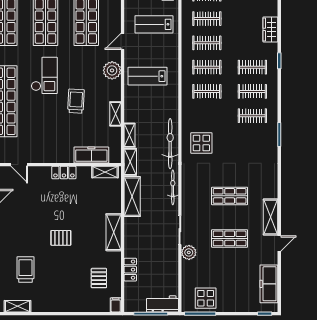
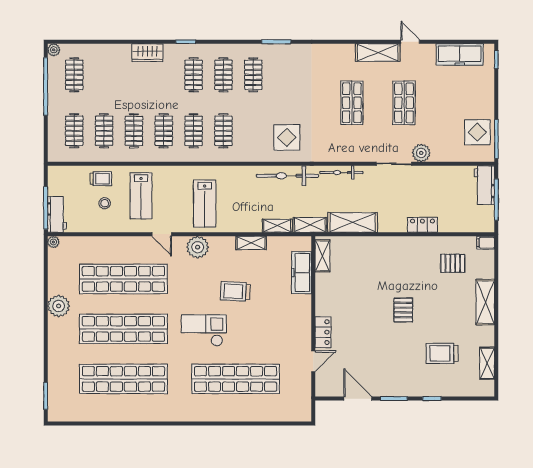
locker: (64, 173) -> (323, 332), moved
shelving: (114, 232) -> (485, 302), moved, turned 90
locker: (130, 270) -> (423, 225), moved

